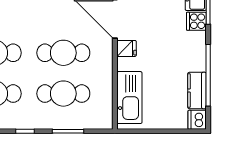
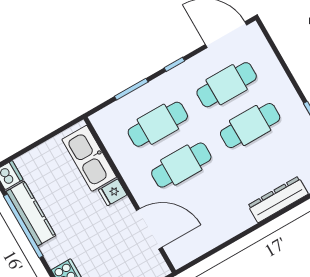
fridge: (127, 48) -> (113, 192), moved
kitchen counter: (197, 90) -> (31, 213), width x1.50

